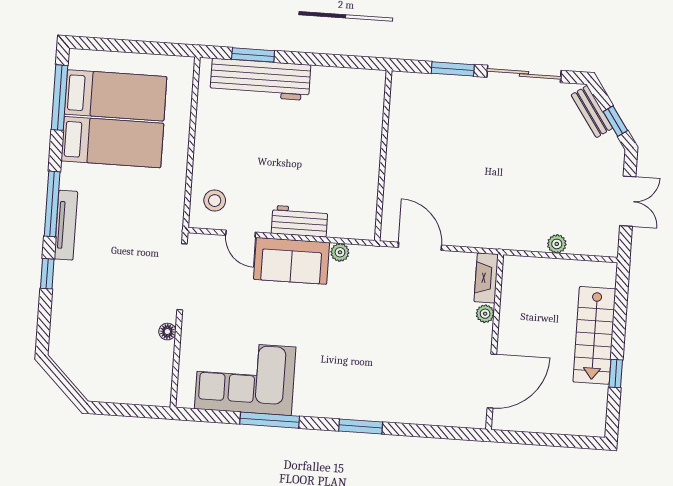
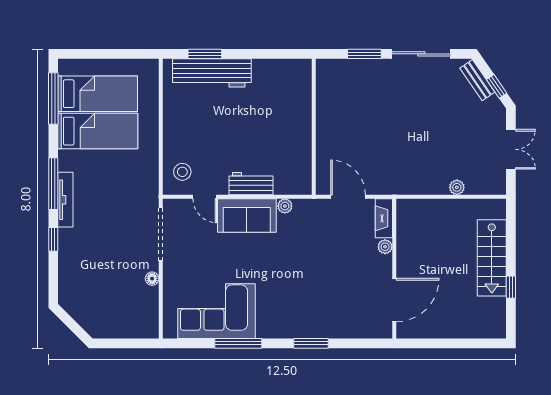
fireplace: (486, 278) -> (384, 218), moved
plant: (485, 314) -> (385, 247), moved
wall: (495, 342) -> (394, 269), moved
door: (492, 381) -> (394, 300), moved

